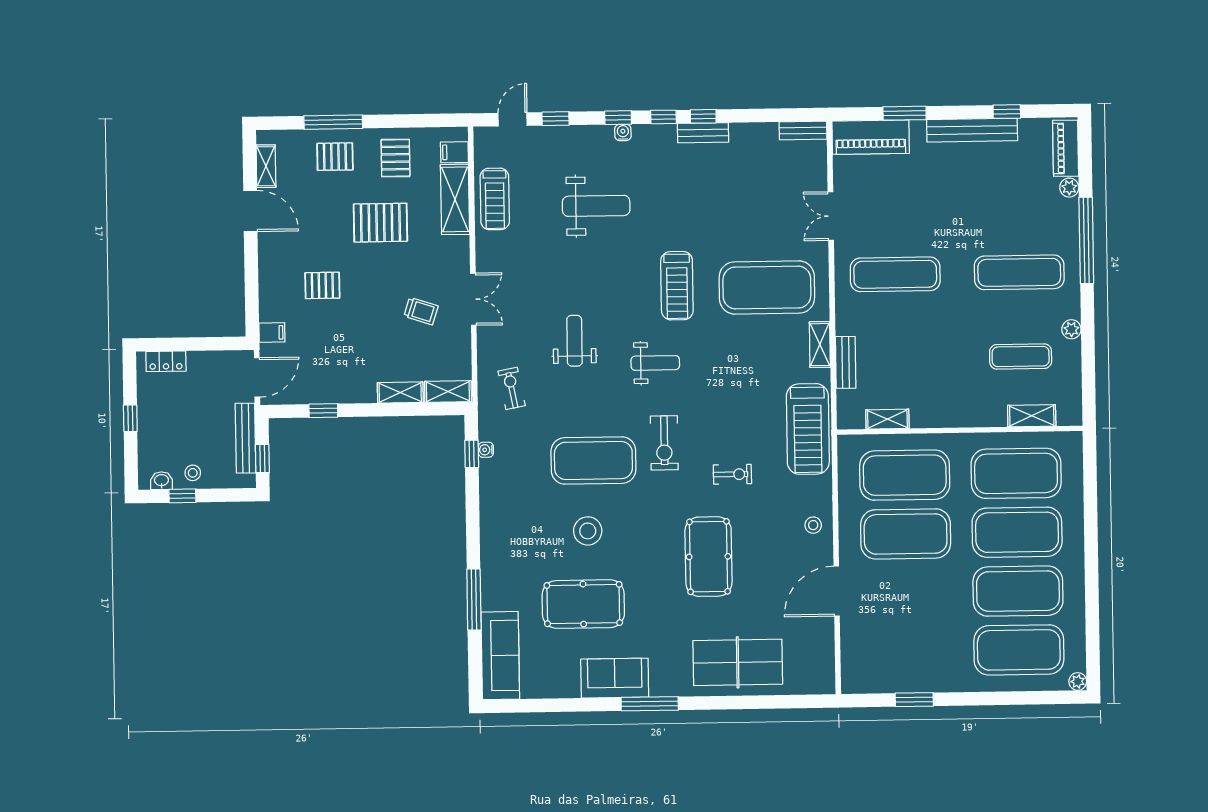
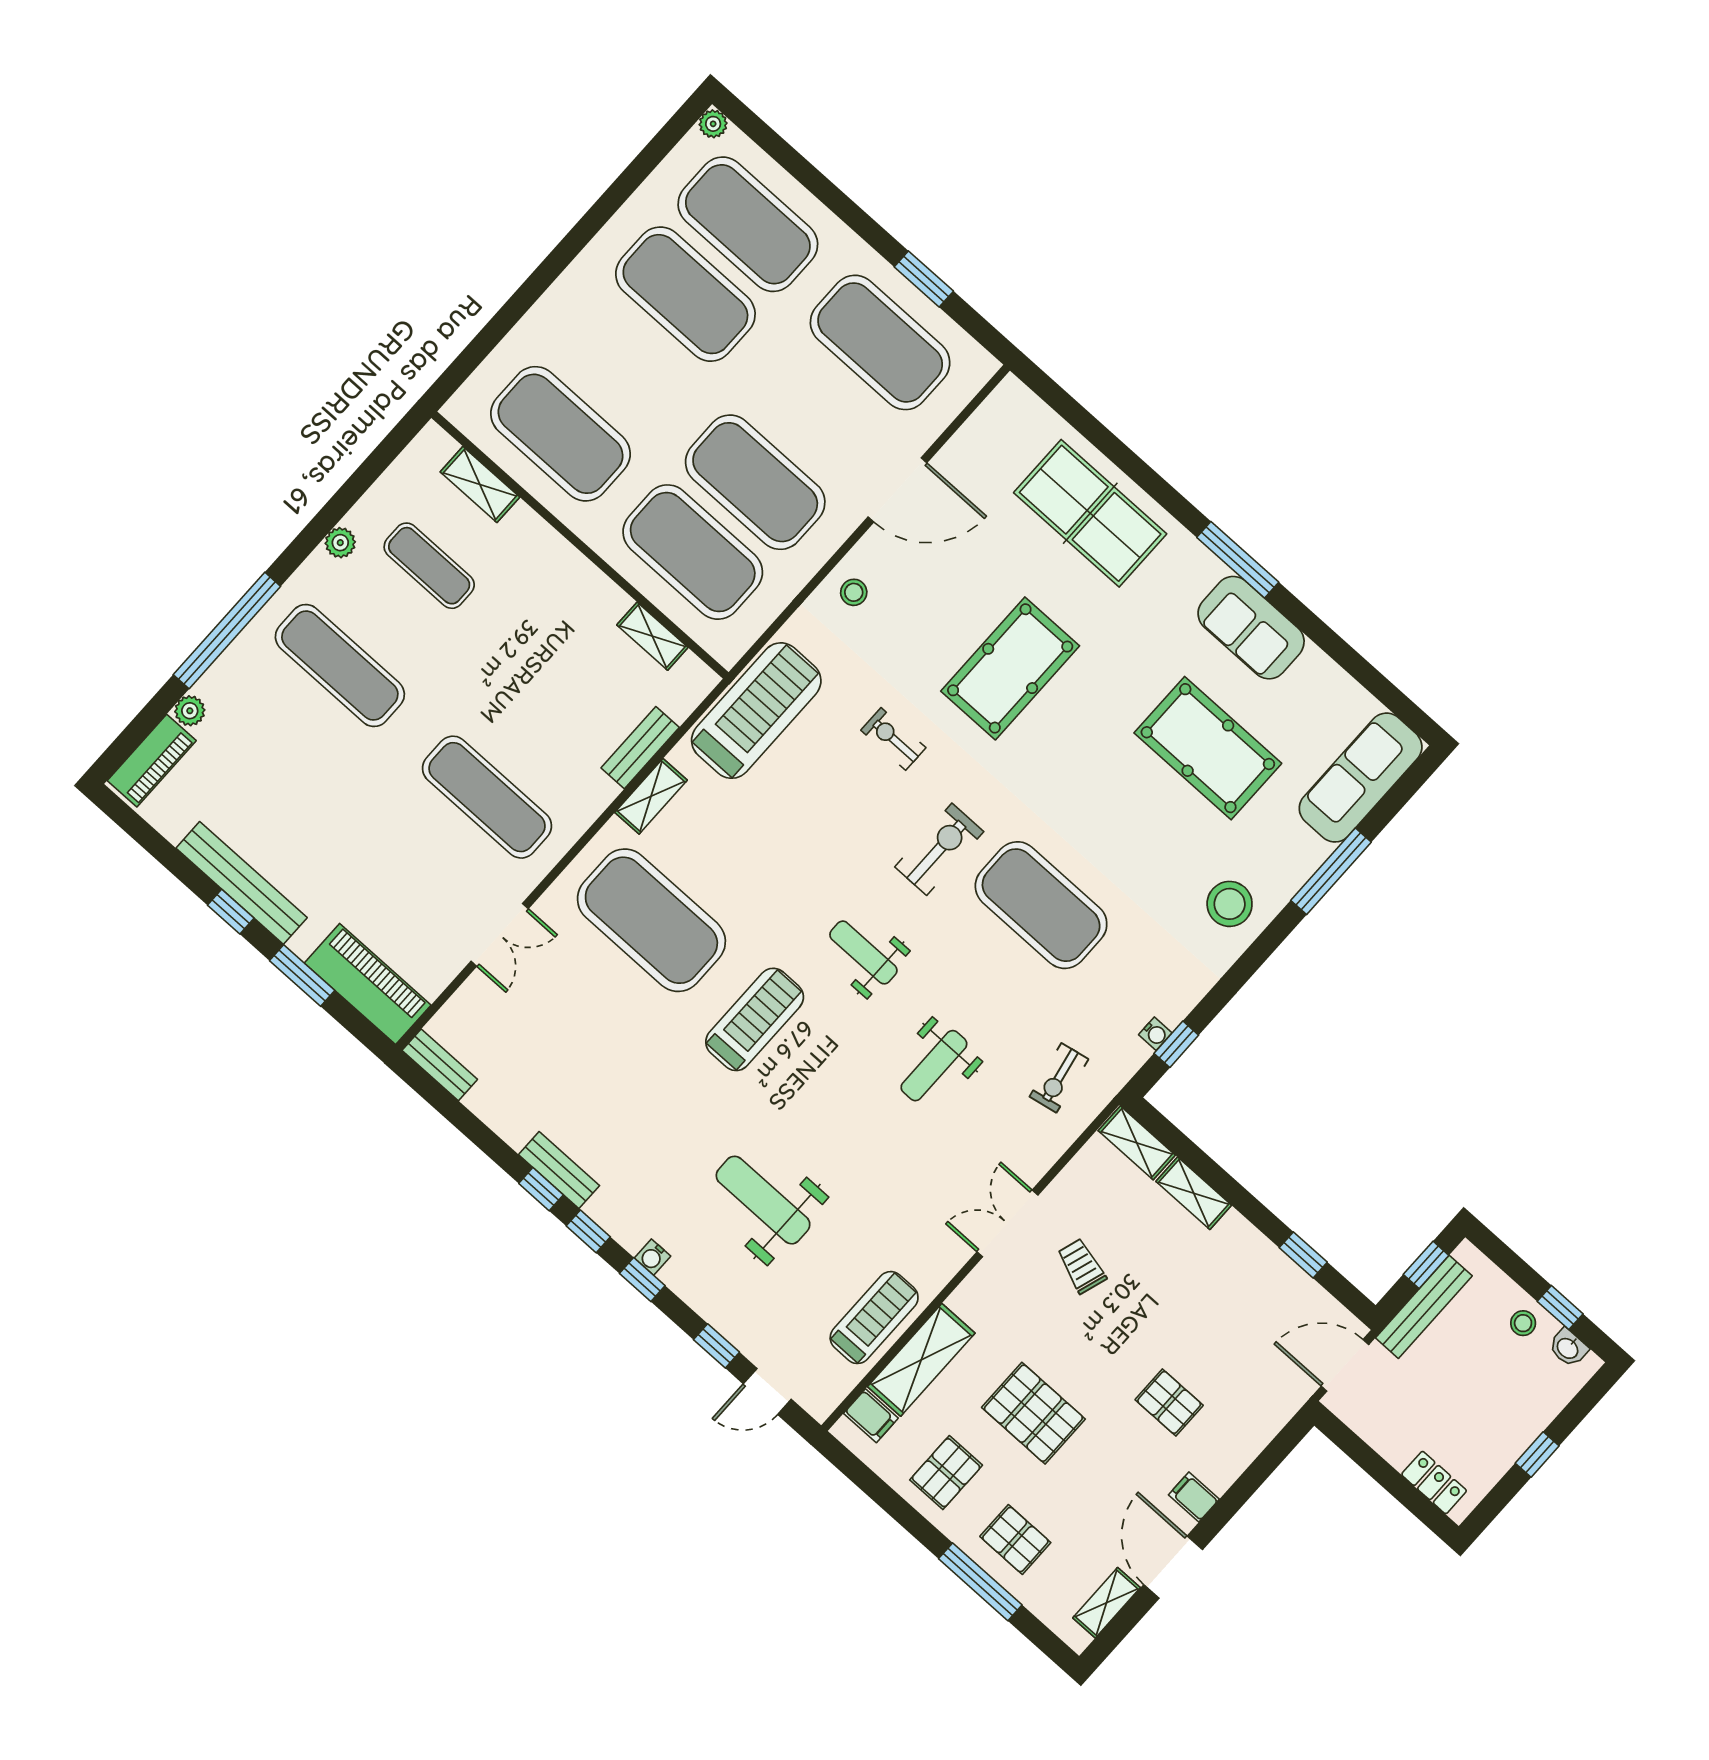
window: (1007, 112) -> (231, 912), moved
filing cabinet: (272, 332) -> (1194, 1497), moved
stool: (588, 531) -> (1230, 904), moved
exercise mat: (1017, 532) -> (880, 342), moved

